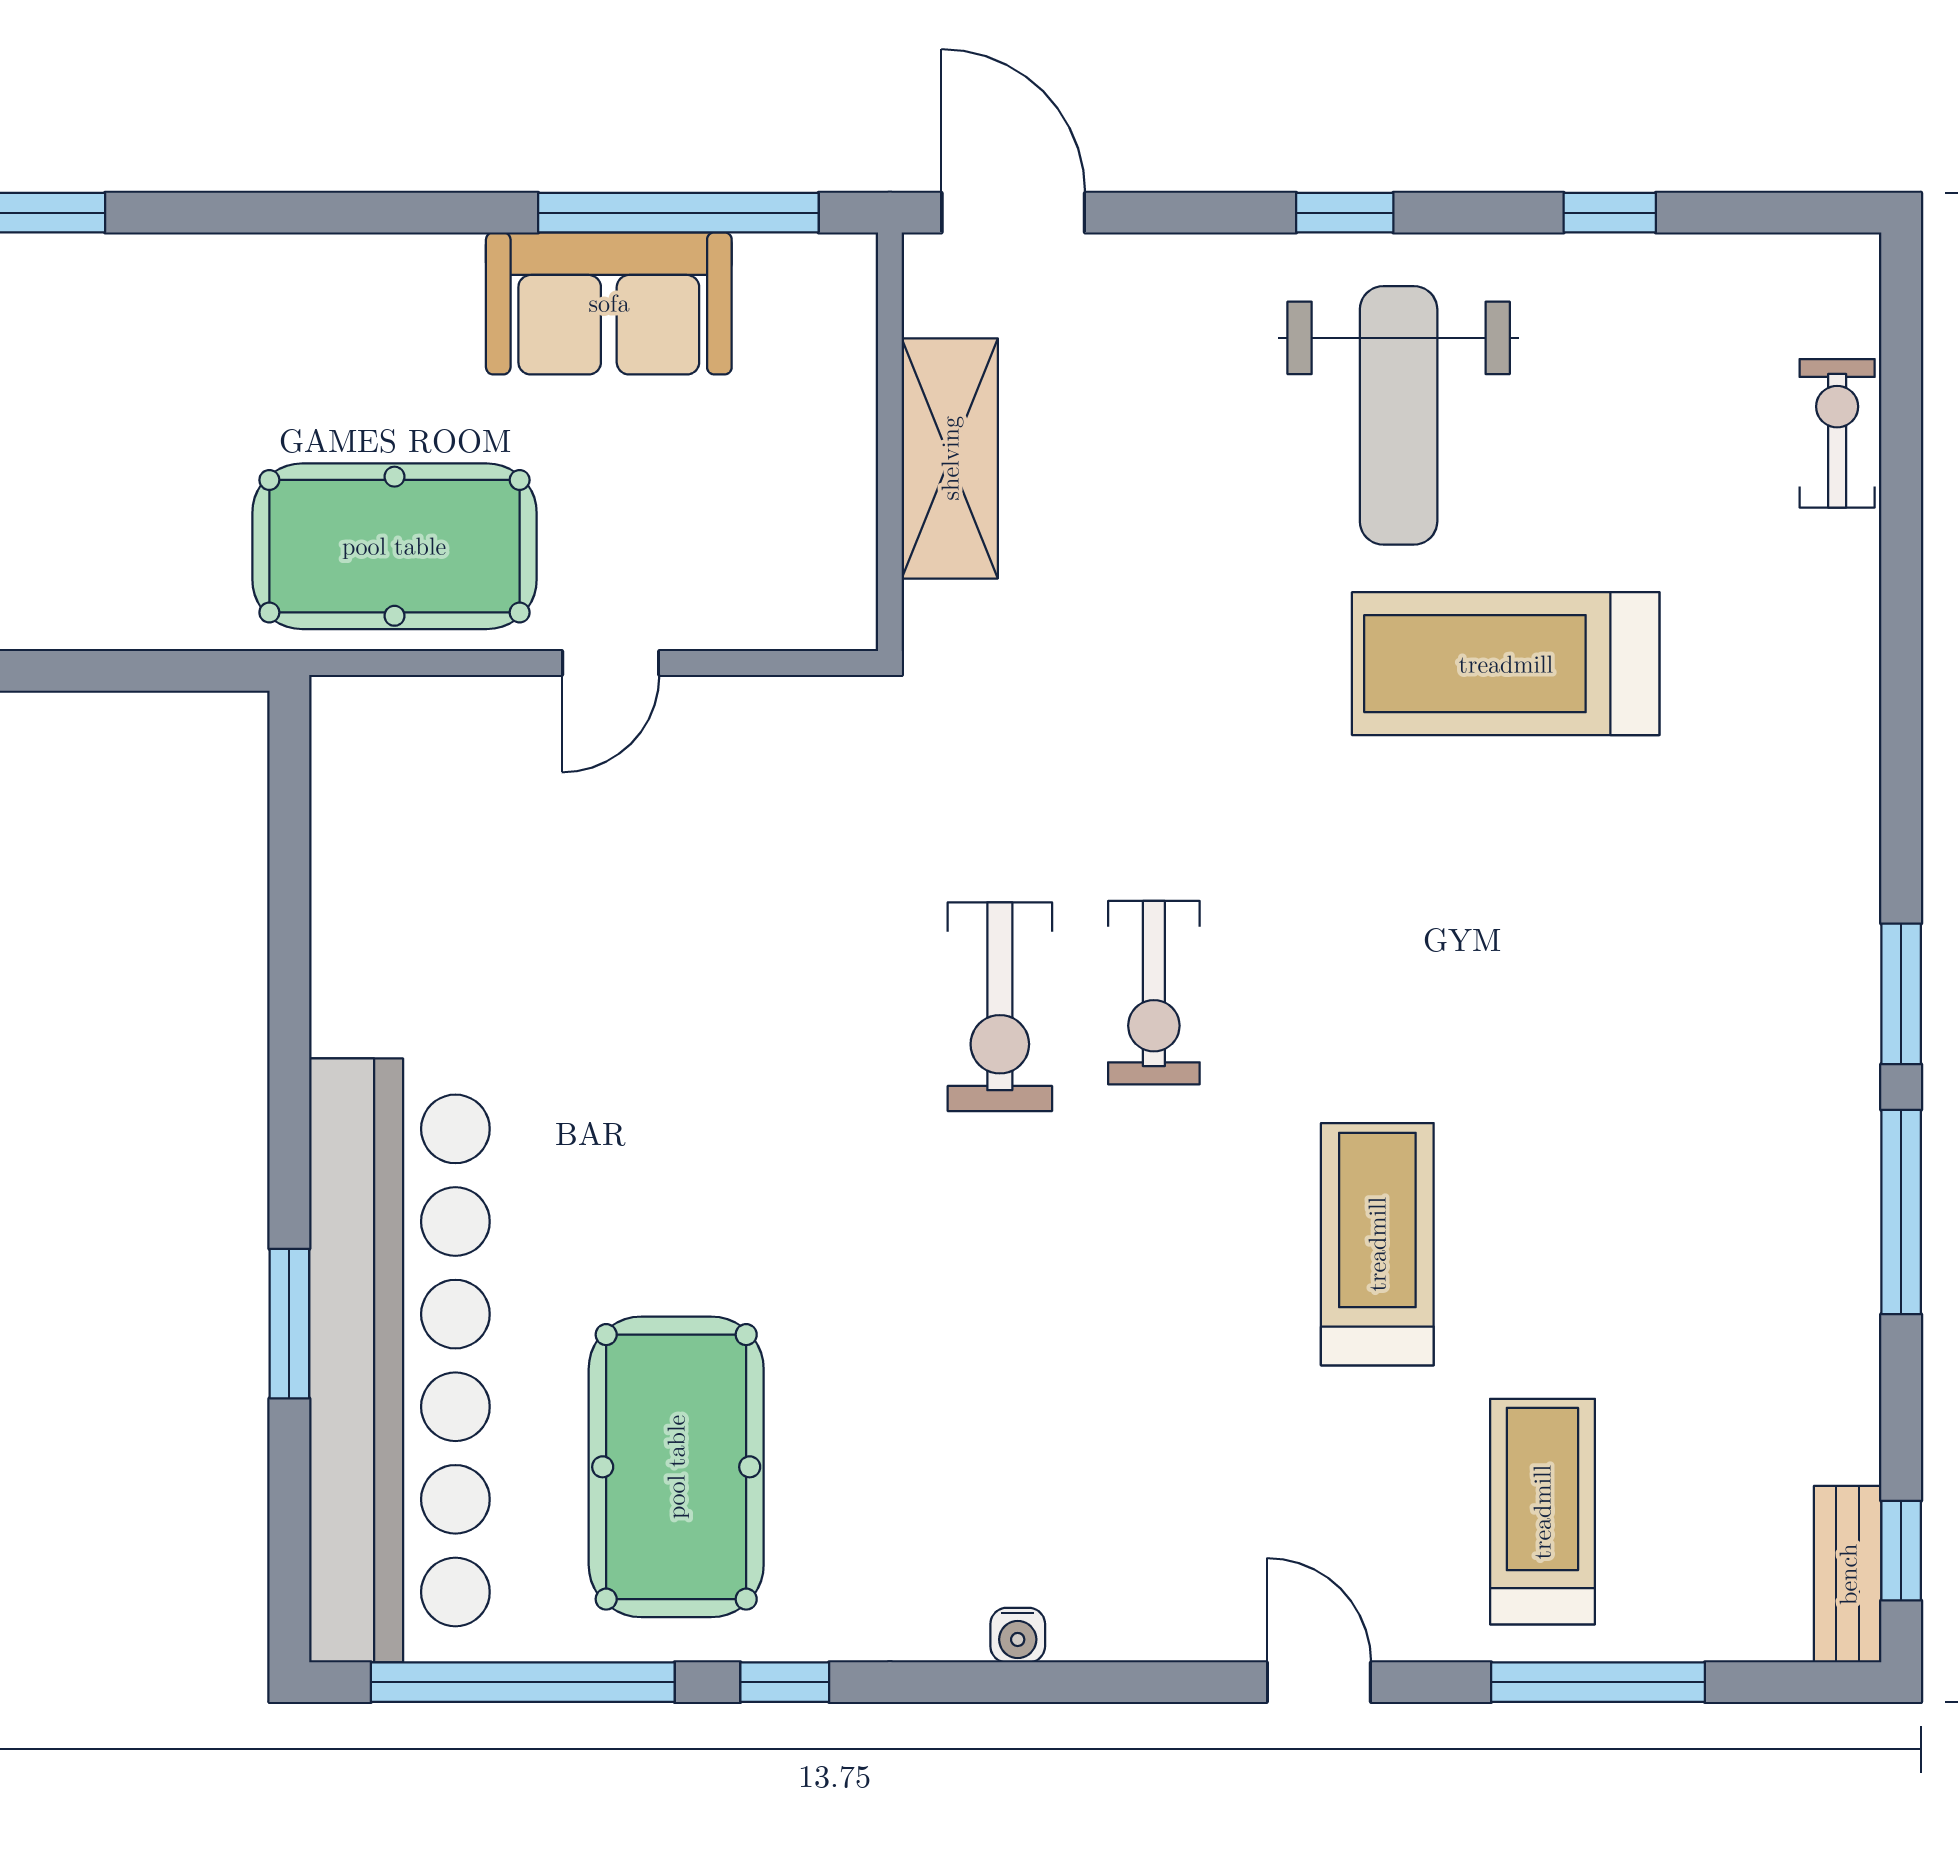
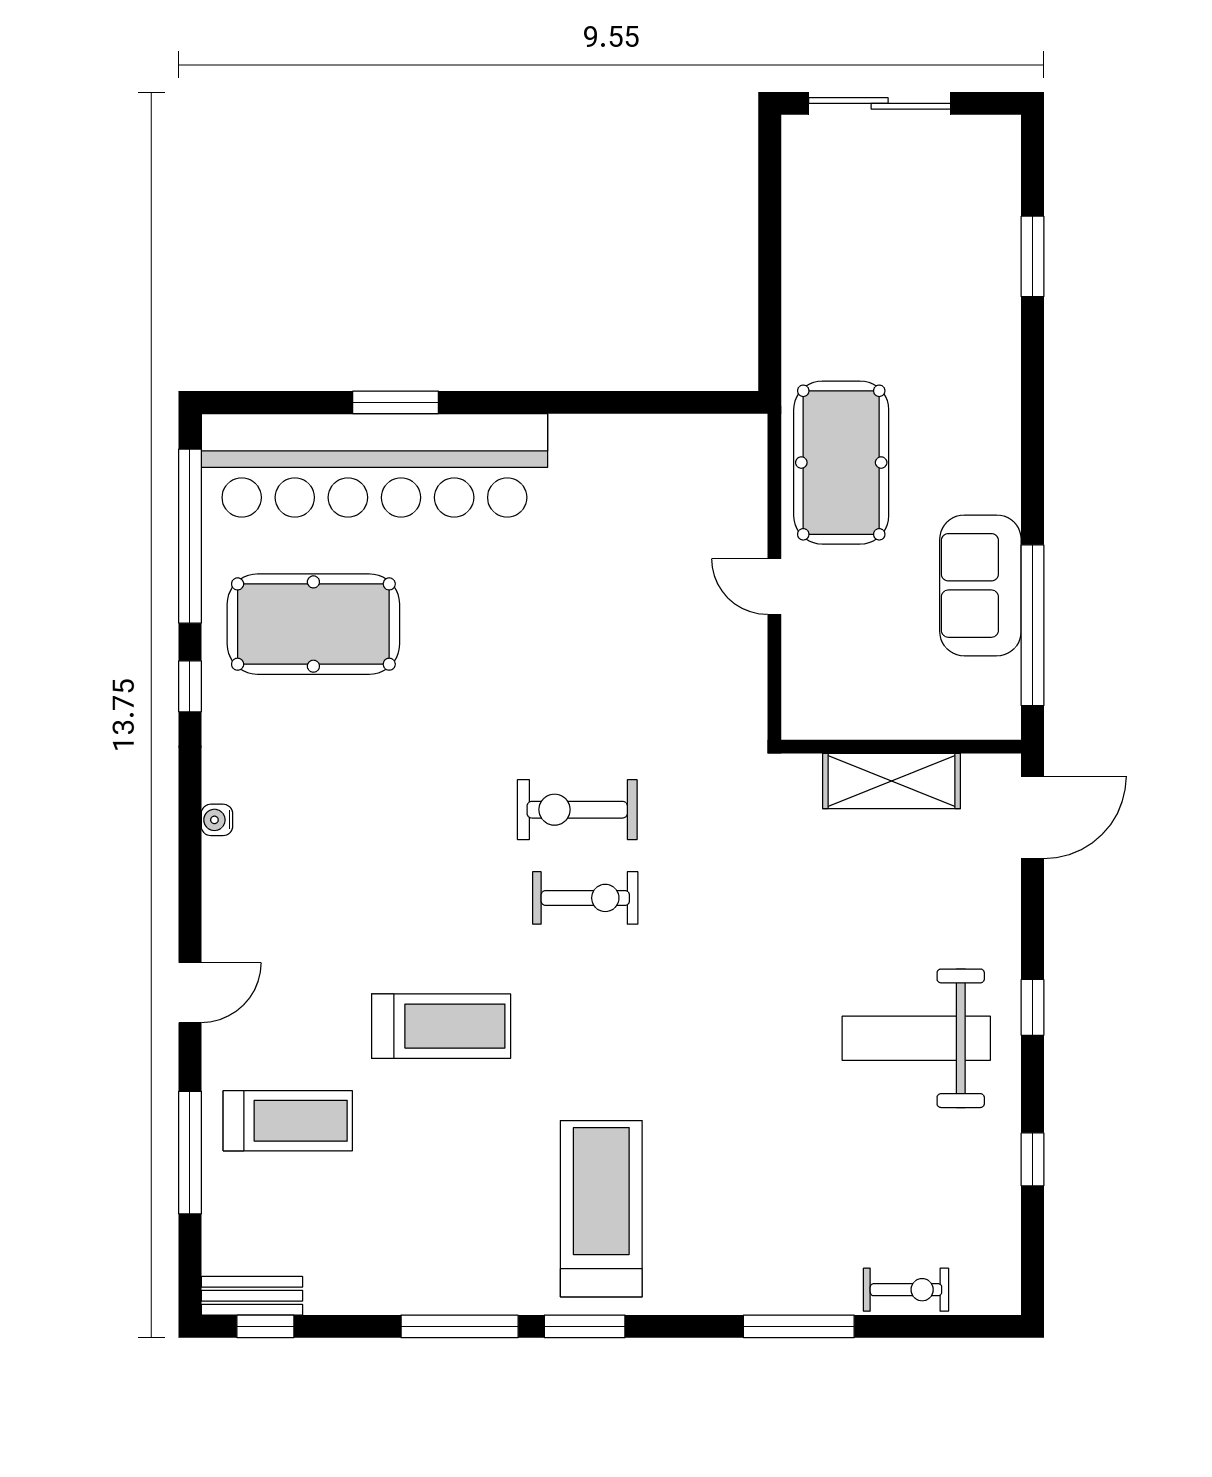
window: (1901, 620) -> (799, 1326), added
treadmill: (1506, 664) -> (601, 1209), moved
exercise bike: (1154, 993) -> (585, 898), turned 180

